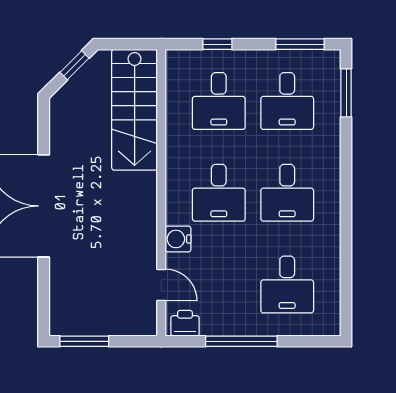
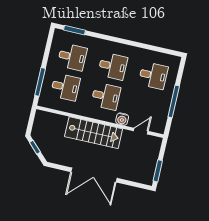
window: (217, 44) -> (40, 82), width x2.17
window: (300, 44) -> (48, 45), removed
stairs: (135, 110) -> (94, 133), moved
printer: (185, 323) -> (160, 124), removed

